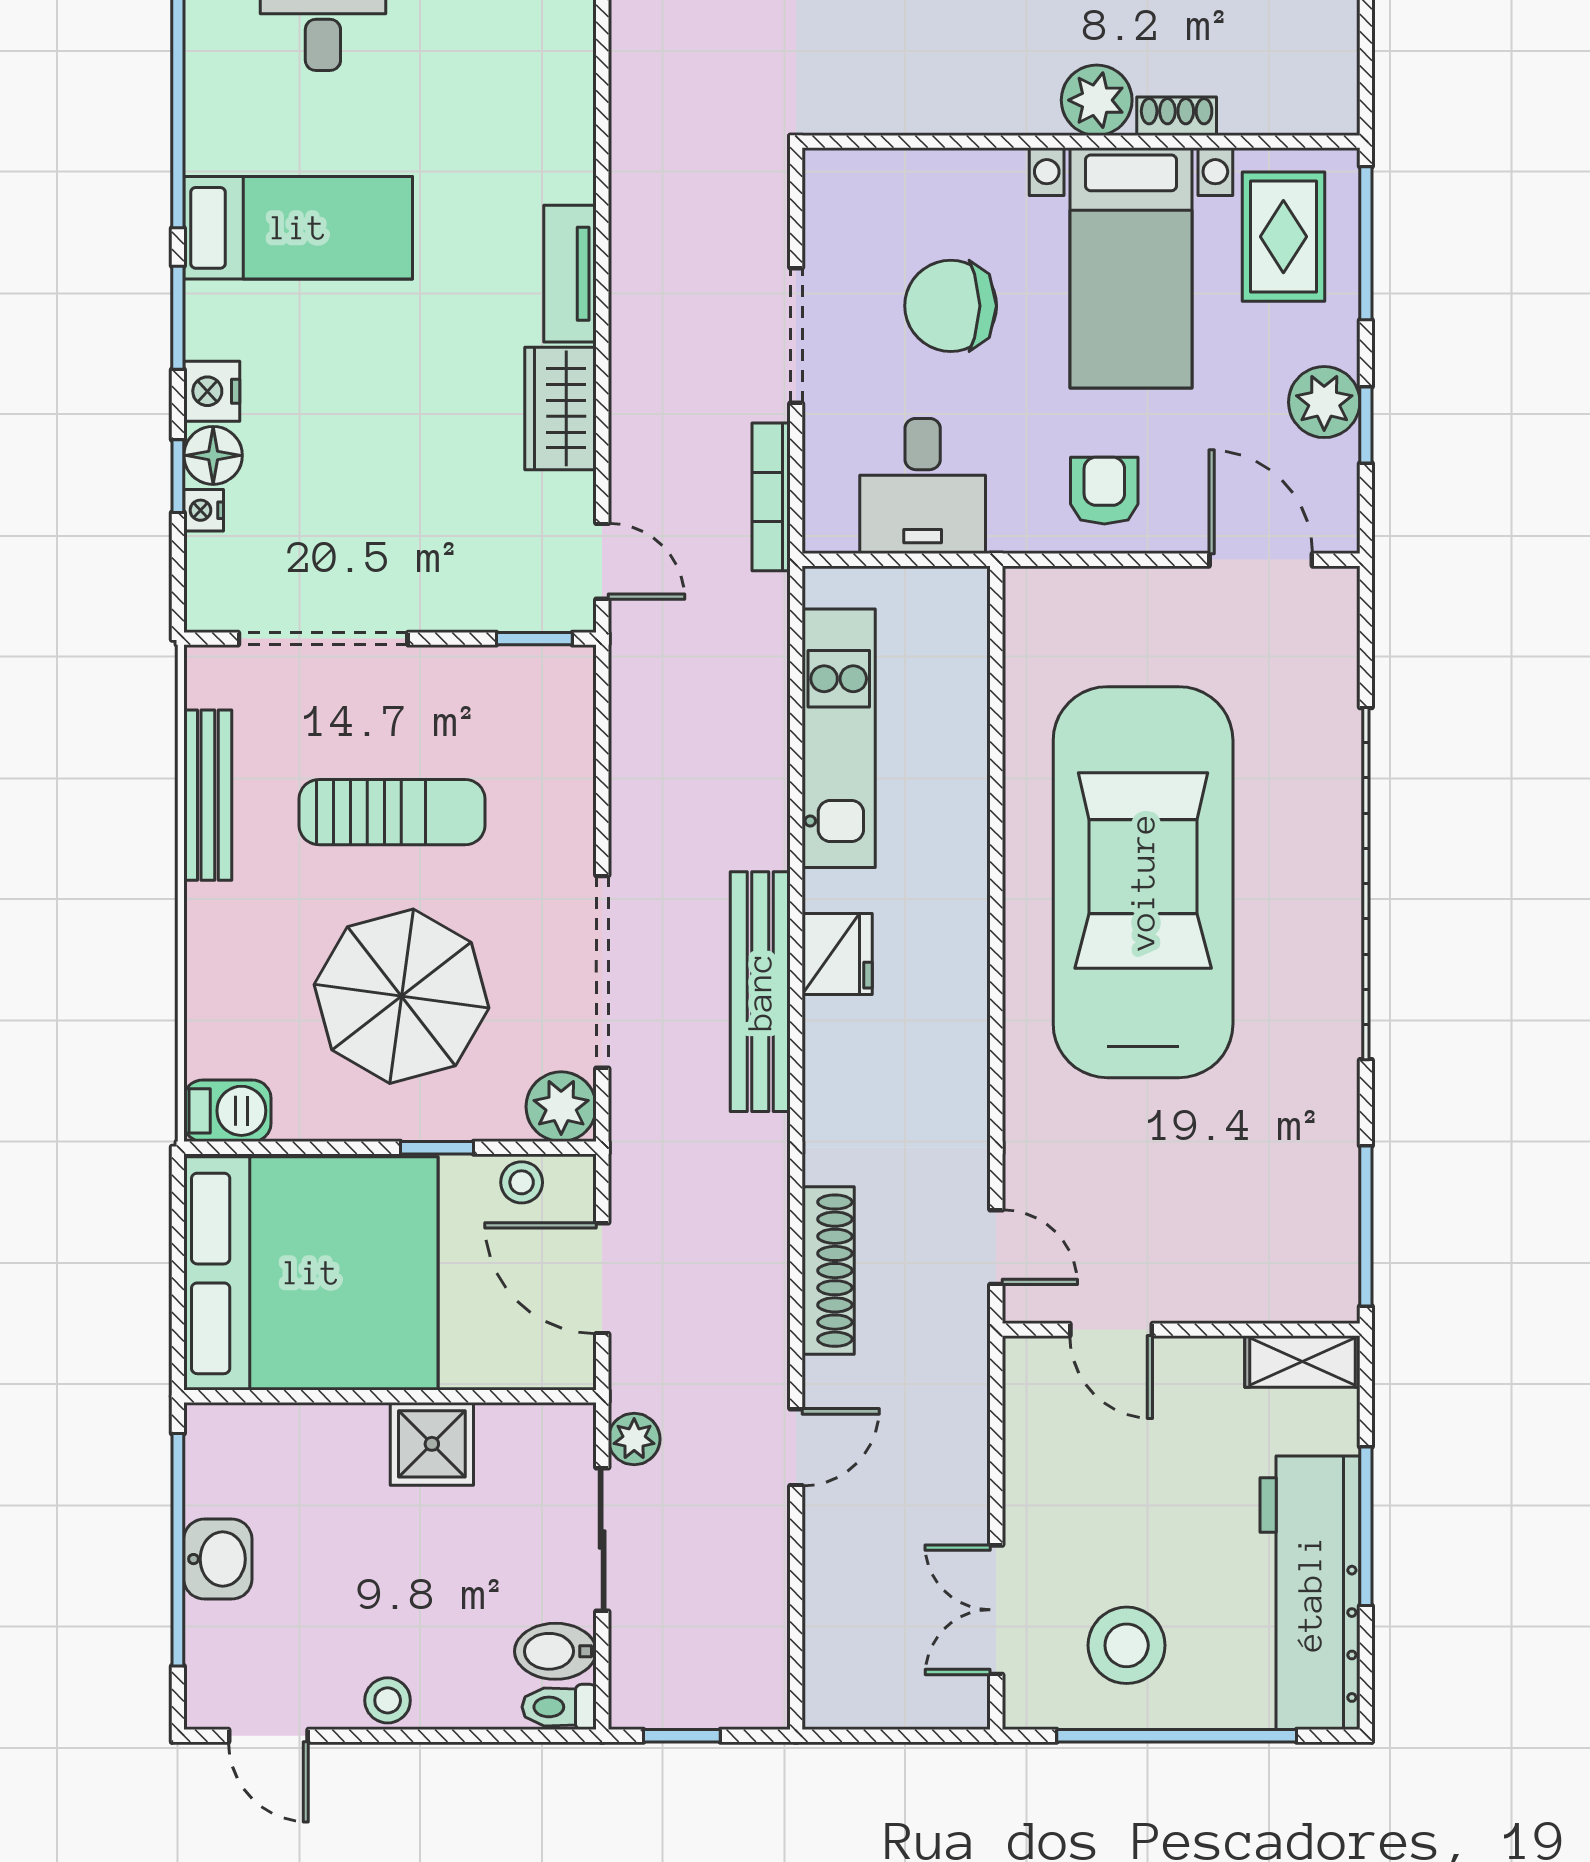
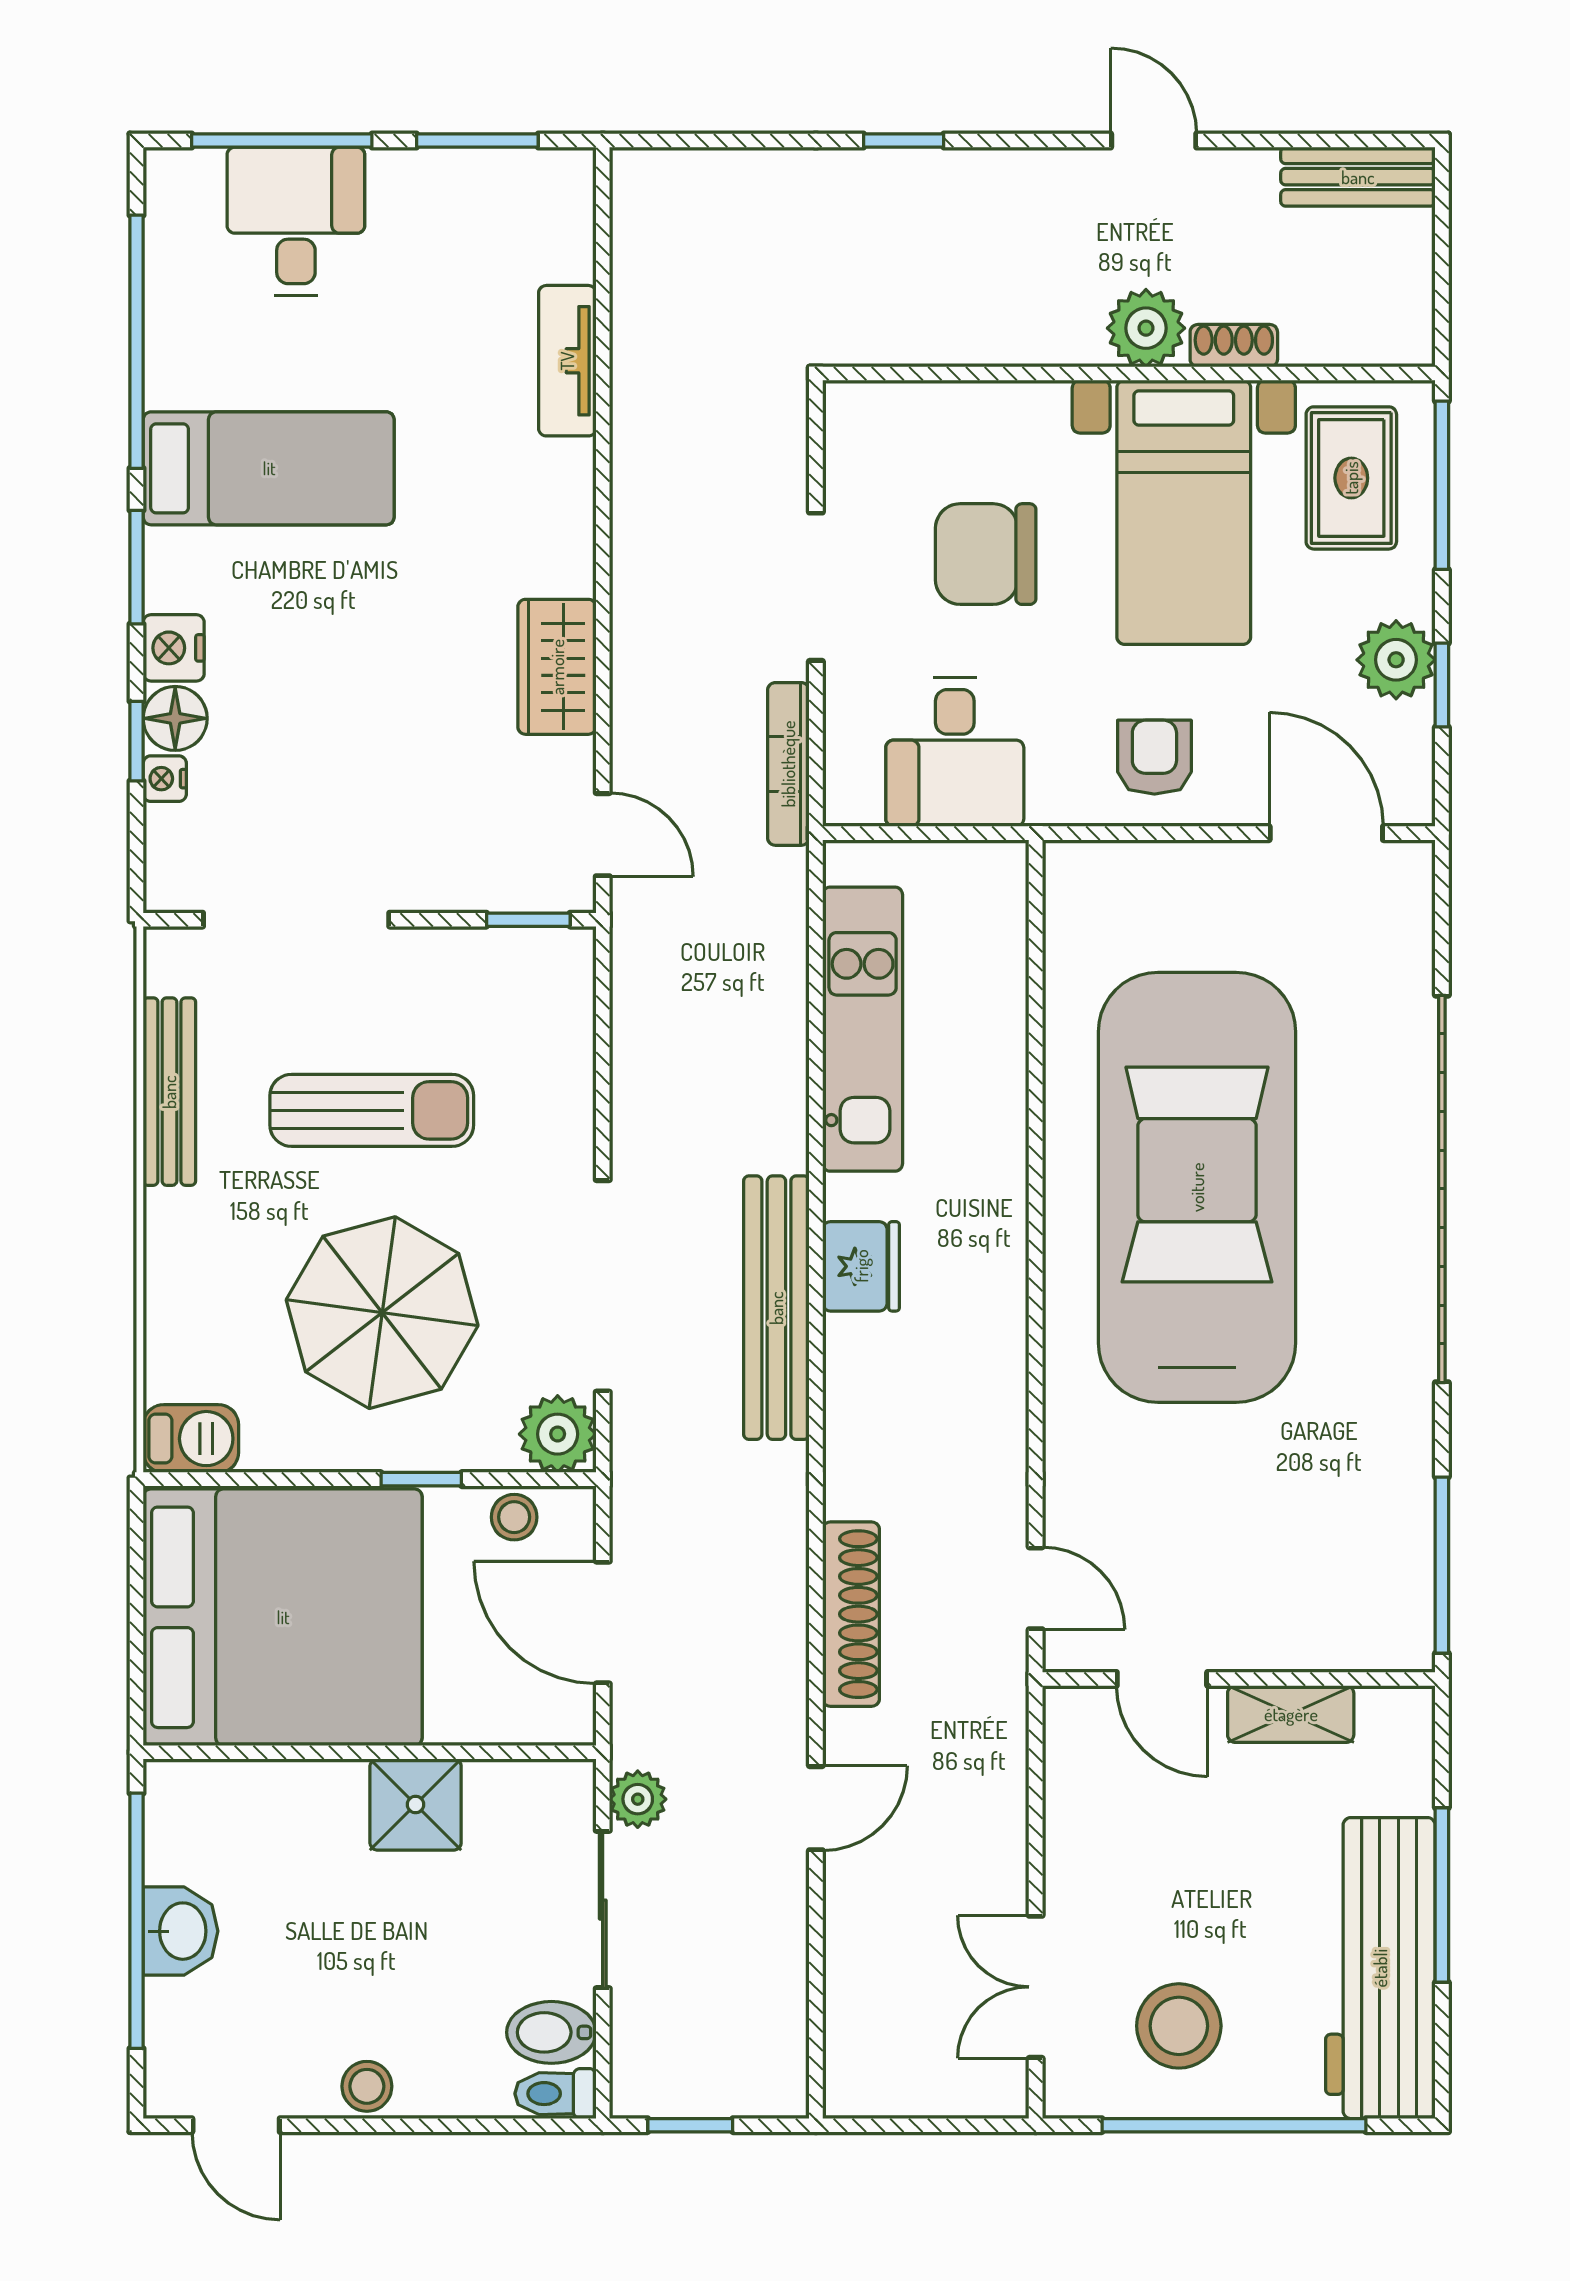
tv unit: (570, 274) -> (567, 361), moved
shelving: (1302, 1362) -> (1291, 1714), moved

